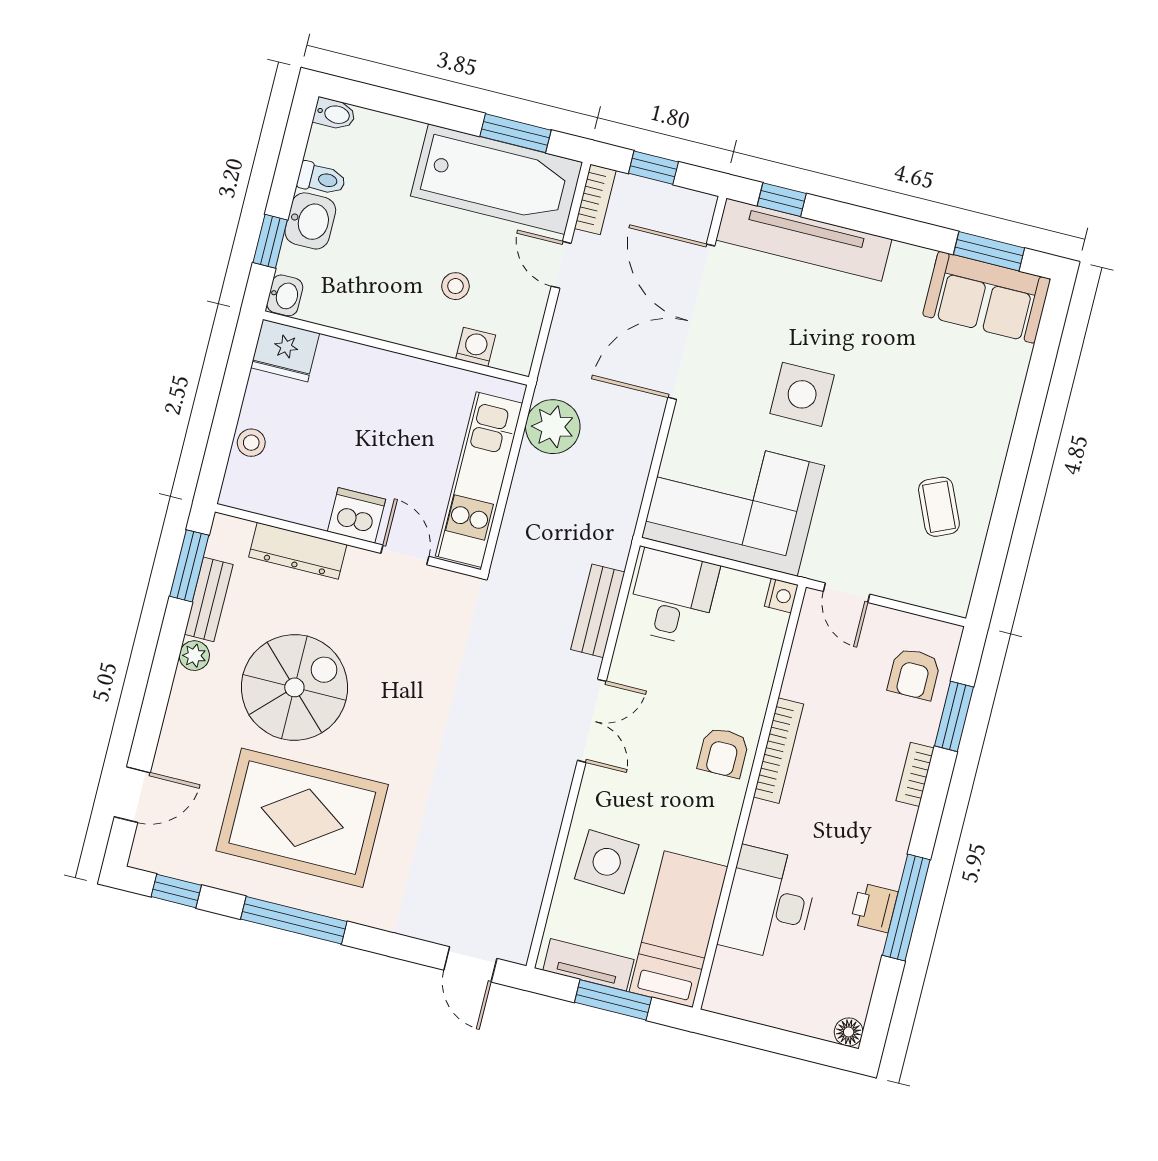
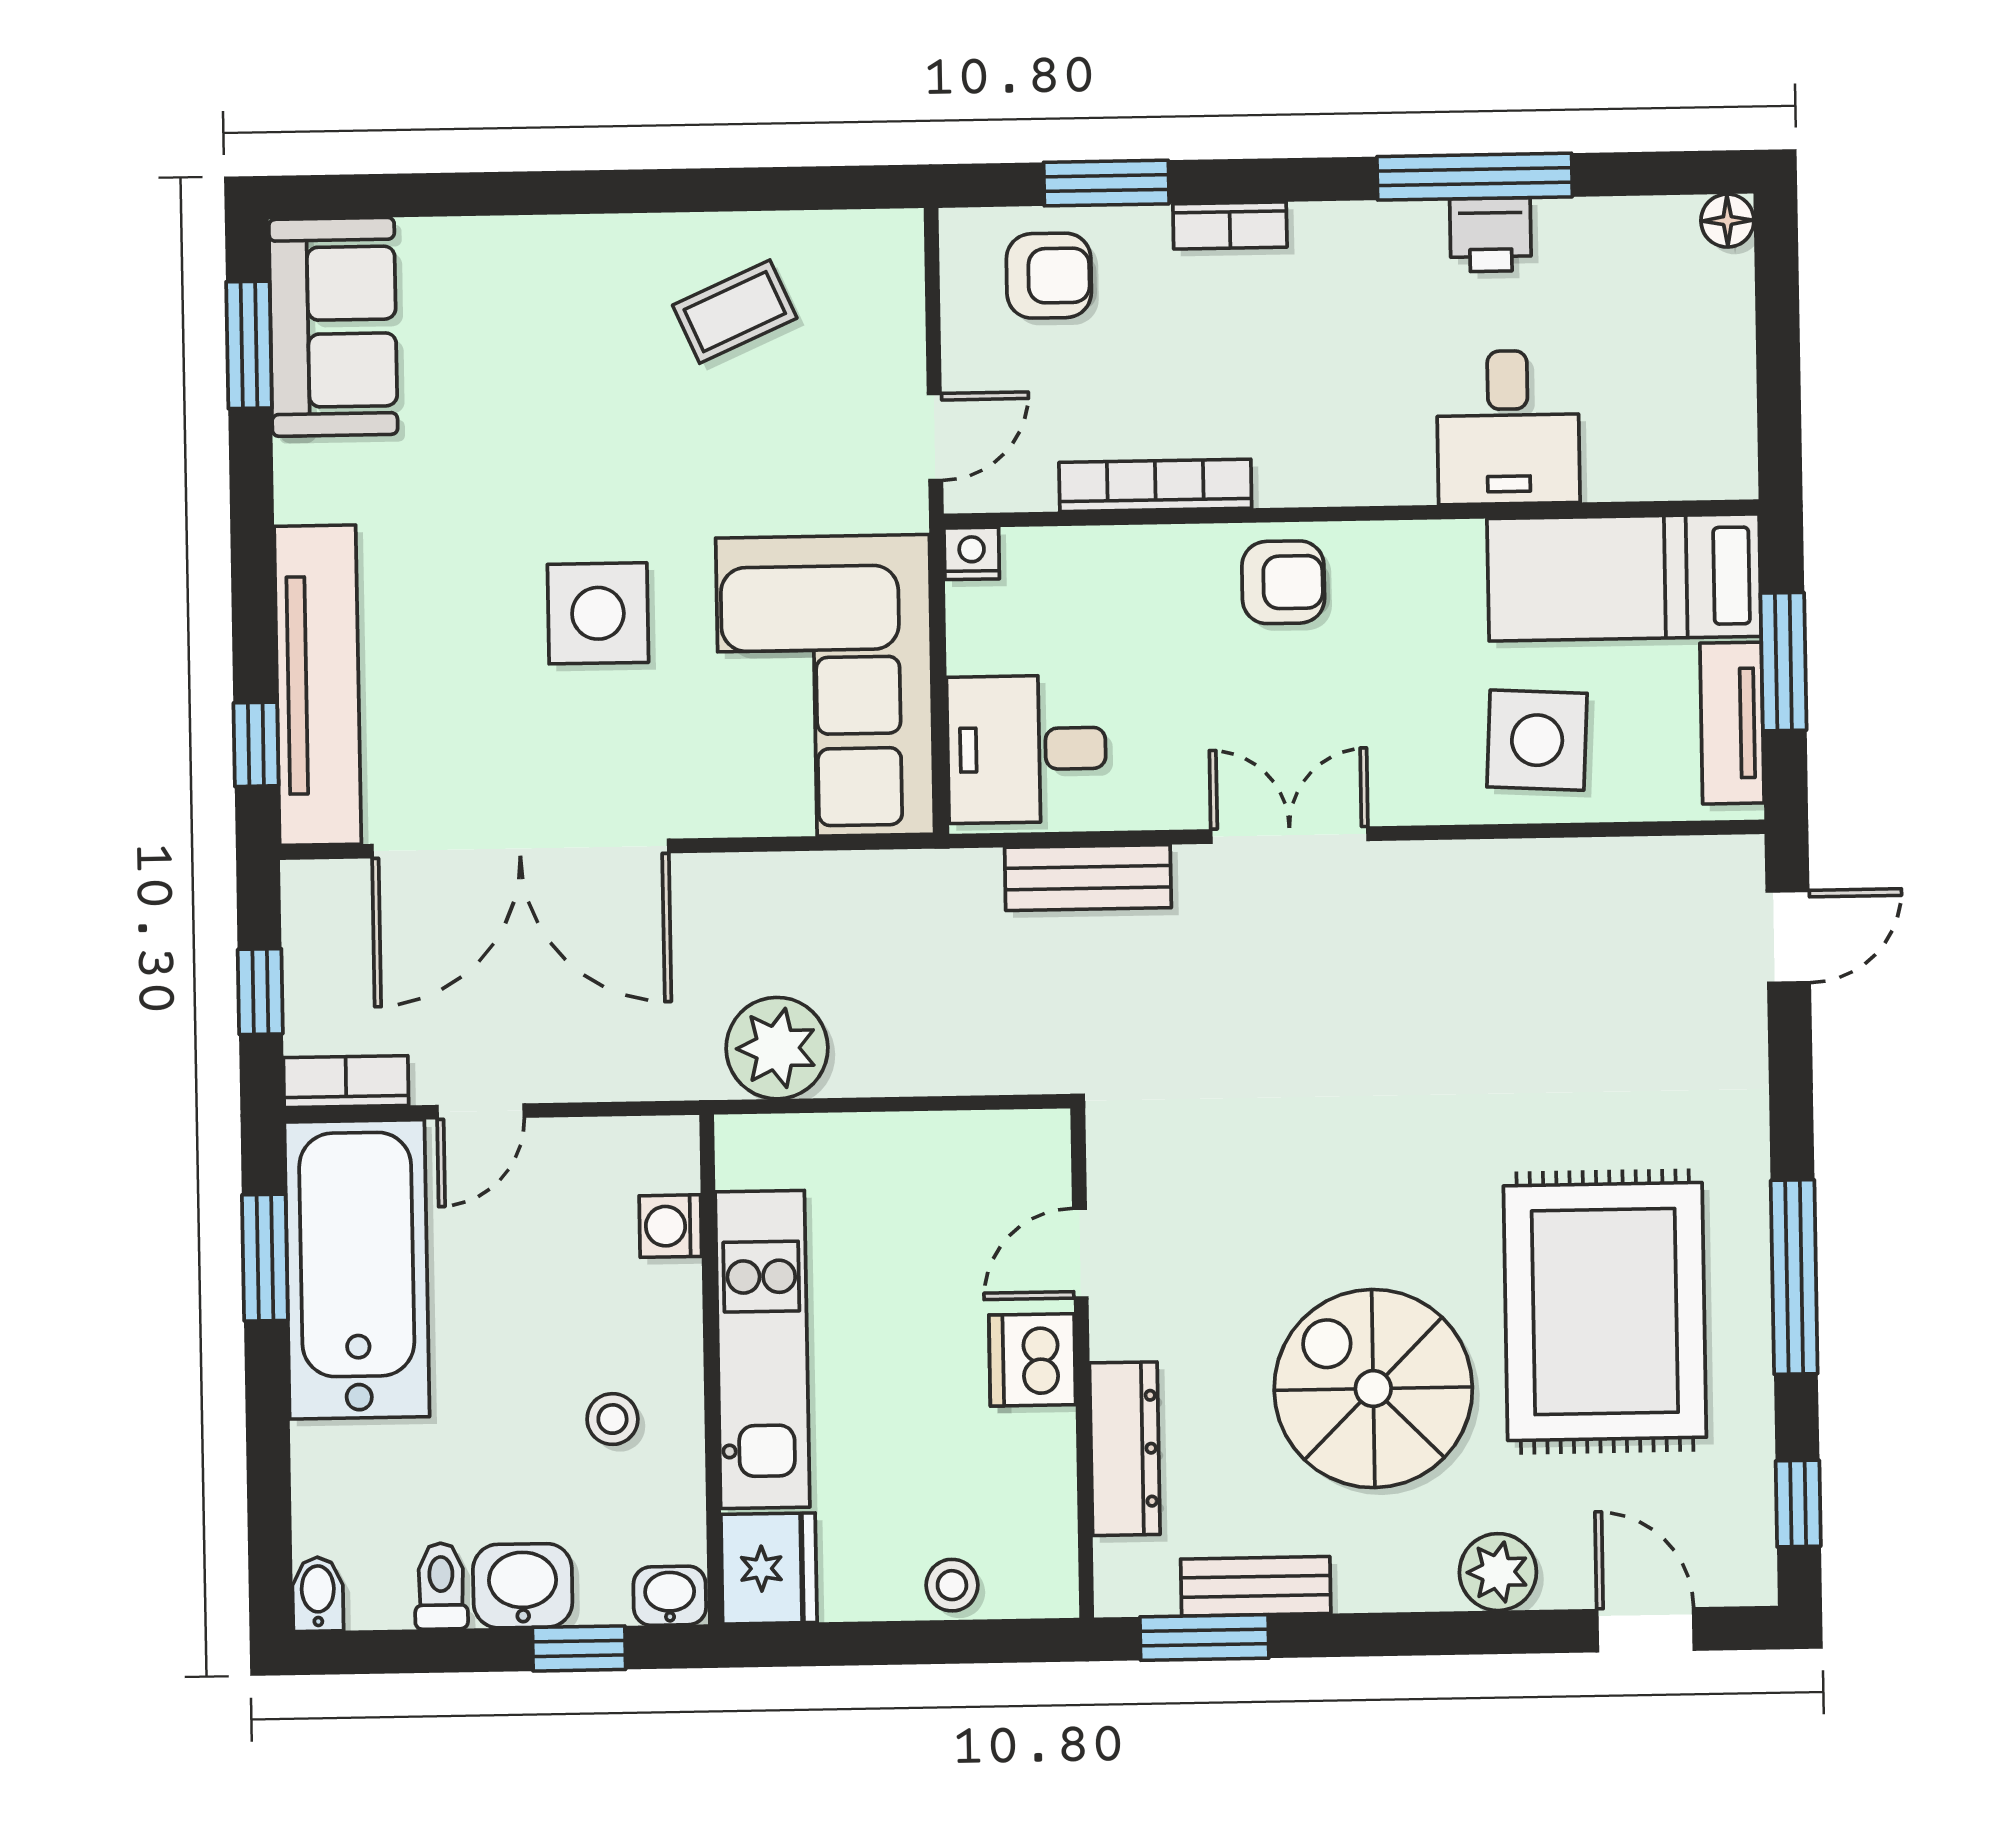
stool: (455, 286) -> (612, 1419), moved
kitchen unit: (479, 480) -> (763, 1349), moved, turned -90
plant: (194, 656) -> (1498, 1572), moved, width x1.38, depth x1.38
bookcase: (778, 751) -> (1155, 485), moved
desk: (769, 904) -> (1508, 427), width x0.73

